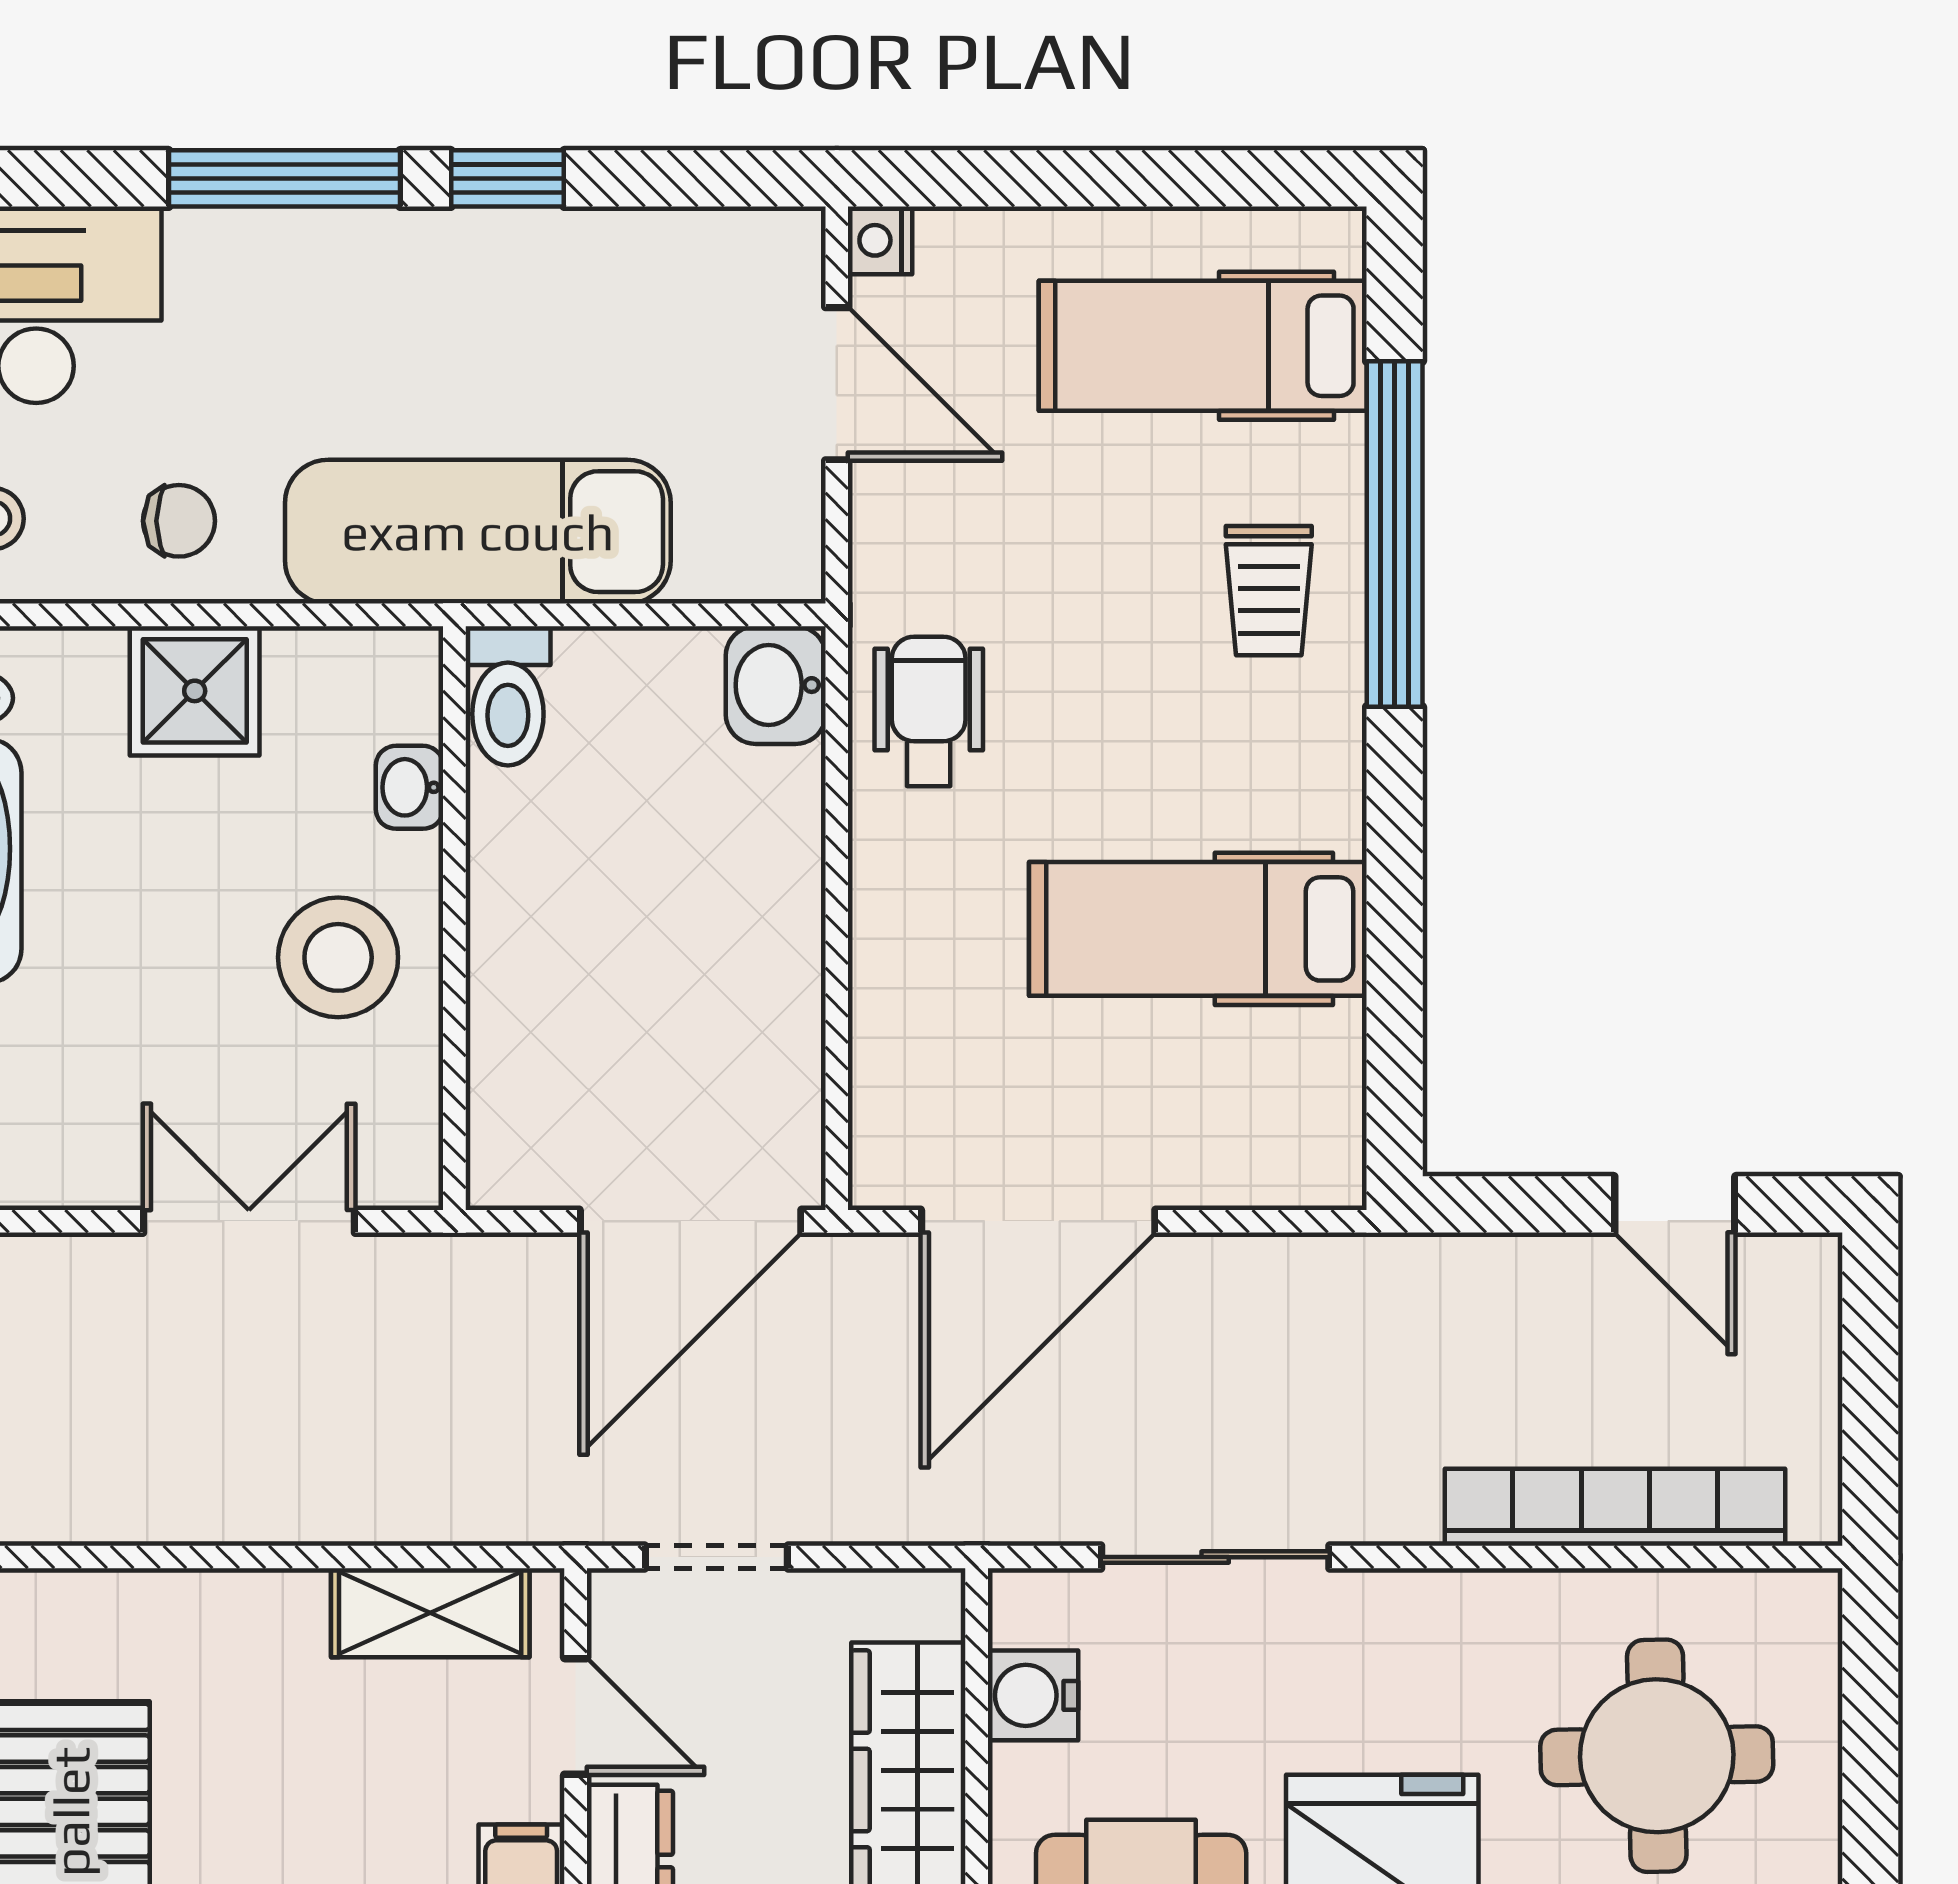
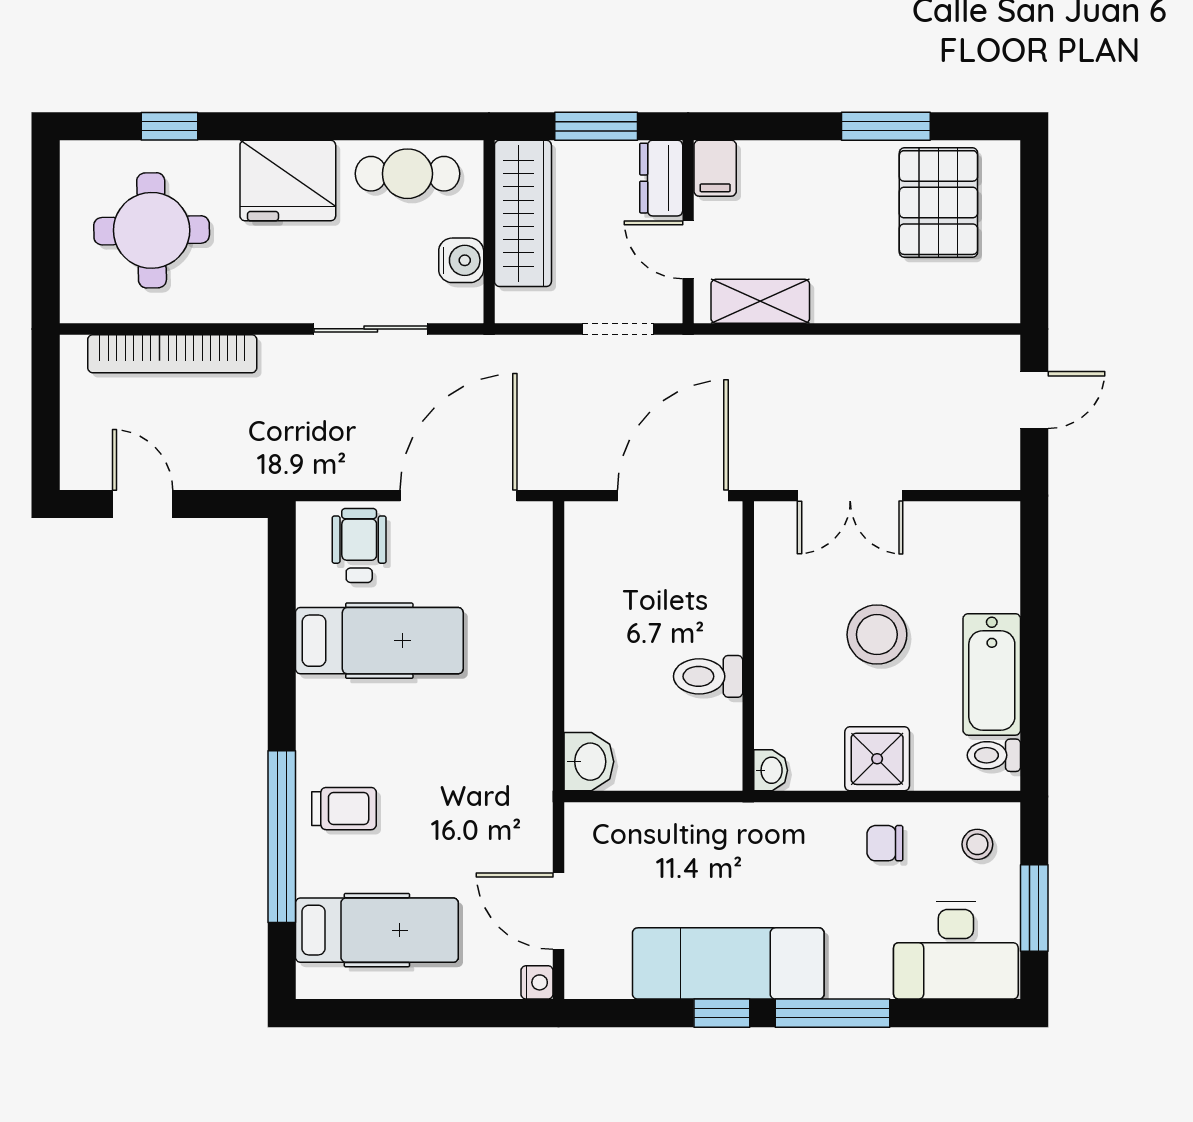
exam couch: (478, 532) -> (728, 963), moved, turned 180
trolley: (1269, 591) -> (344, 809), turned 90
toilet: (508, 696) -> (708, 676), moved, turned -90
wheelchair: (929, 711) -> (359, 546), moved, turned 180
washbasin: (409, 787) -> (771, 770), moved
stool: (338, 957) -> (877, 635), moved
door: (691, 1221) -> (673, 496), moved

